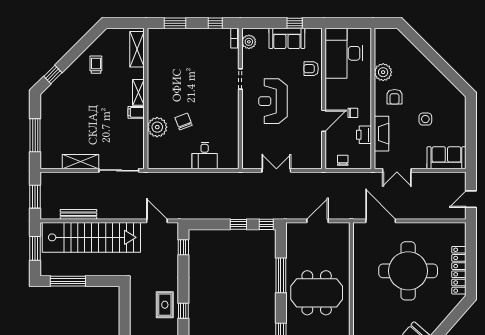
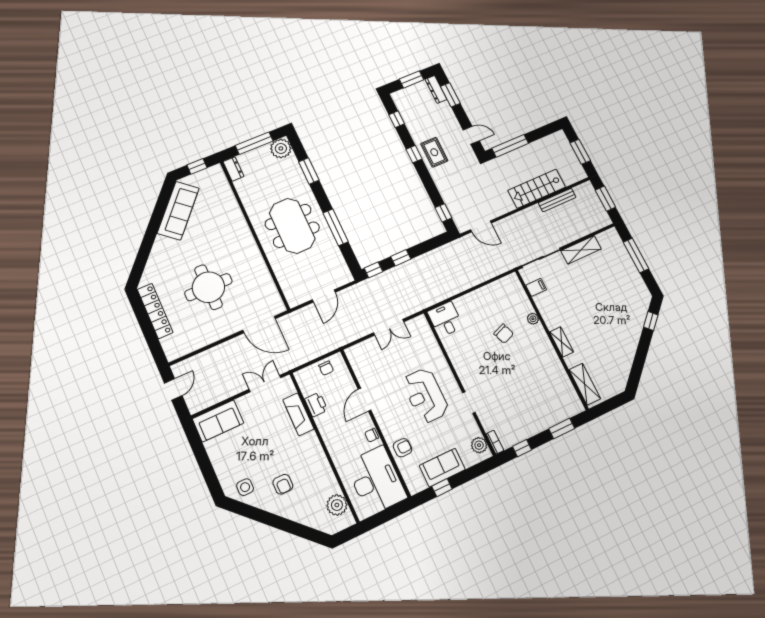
trolley: (96, 65) -> (616, 350), removed
plant: (383, 72) -> (337, 505), moved
armchair: (395, 97) -> (283, 484), moved, turned 180
reception desk: (273, 101) -> (425, 396), turned 180
filing cabinet: (136, 112) -> (536, 287), moved
chair: (353, 113) -> (372, 435), moved
side table: (425, 119) -> (245, 487), moved
plant: (157, 127) -> (533, 319), width x0.53, depth x0.53
desk: (205, 156) -> (445, 319), moved
stairs: (91, 237) -> (537, 189), width x0.54, depth x0.66
round table: (408, 271) -> (208, 287), width x0.73, depth x0.73
window: (68, 281) -> (510, 146), moved
meeting table: (317, 293) -> (292, 226), turned 90
door: (125, 306) -> (471, 135), added

